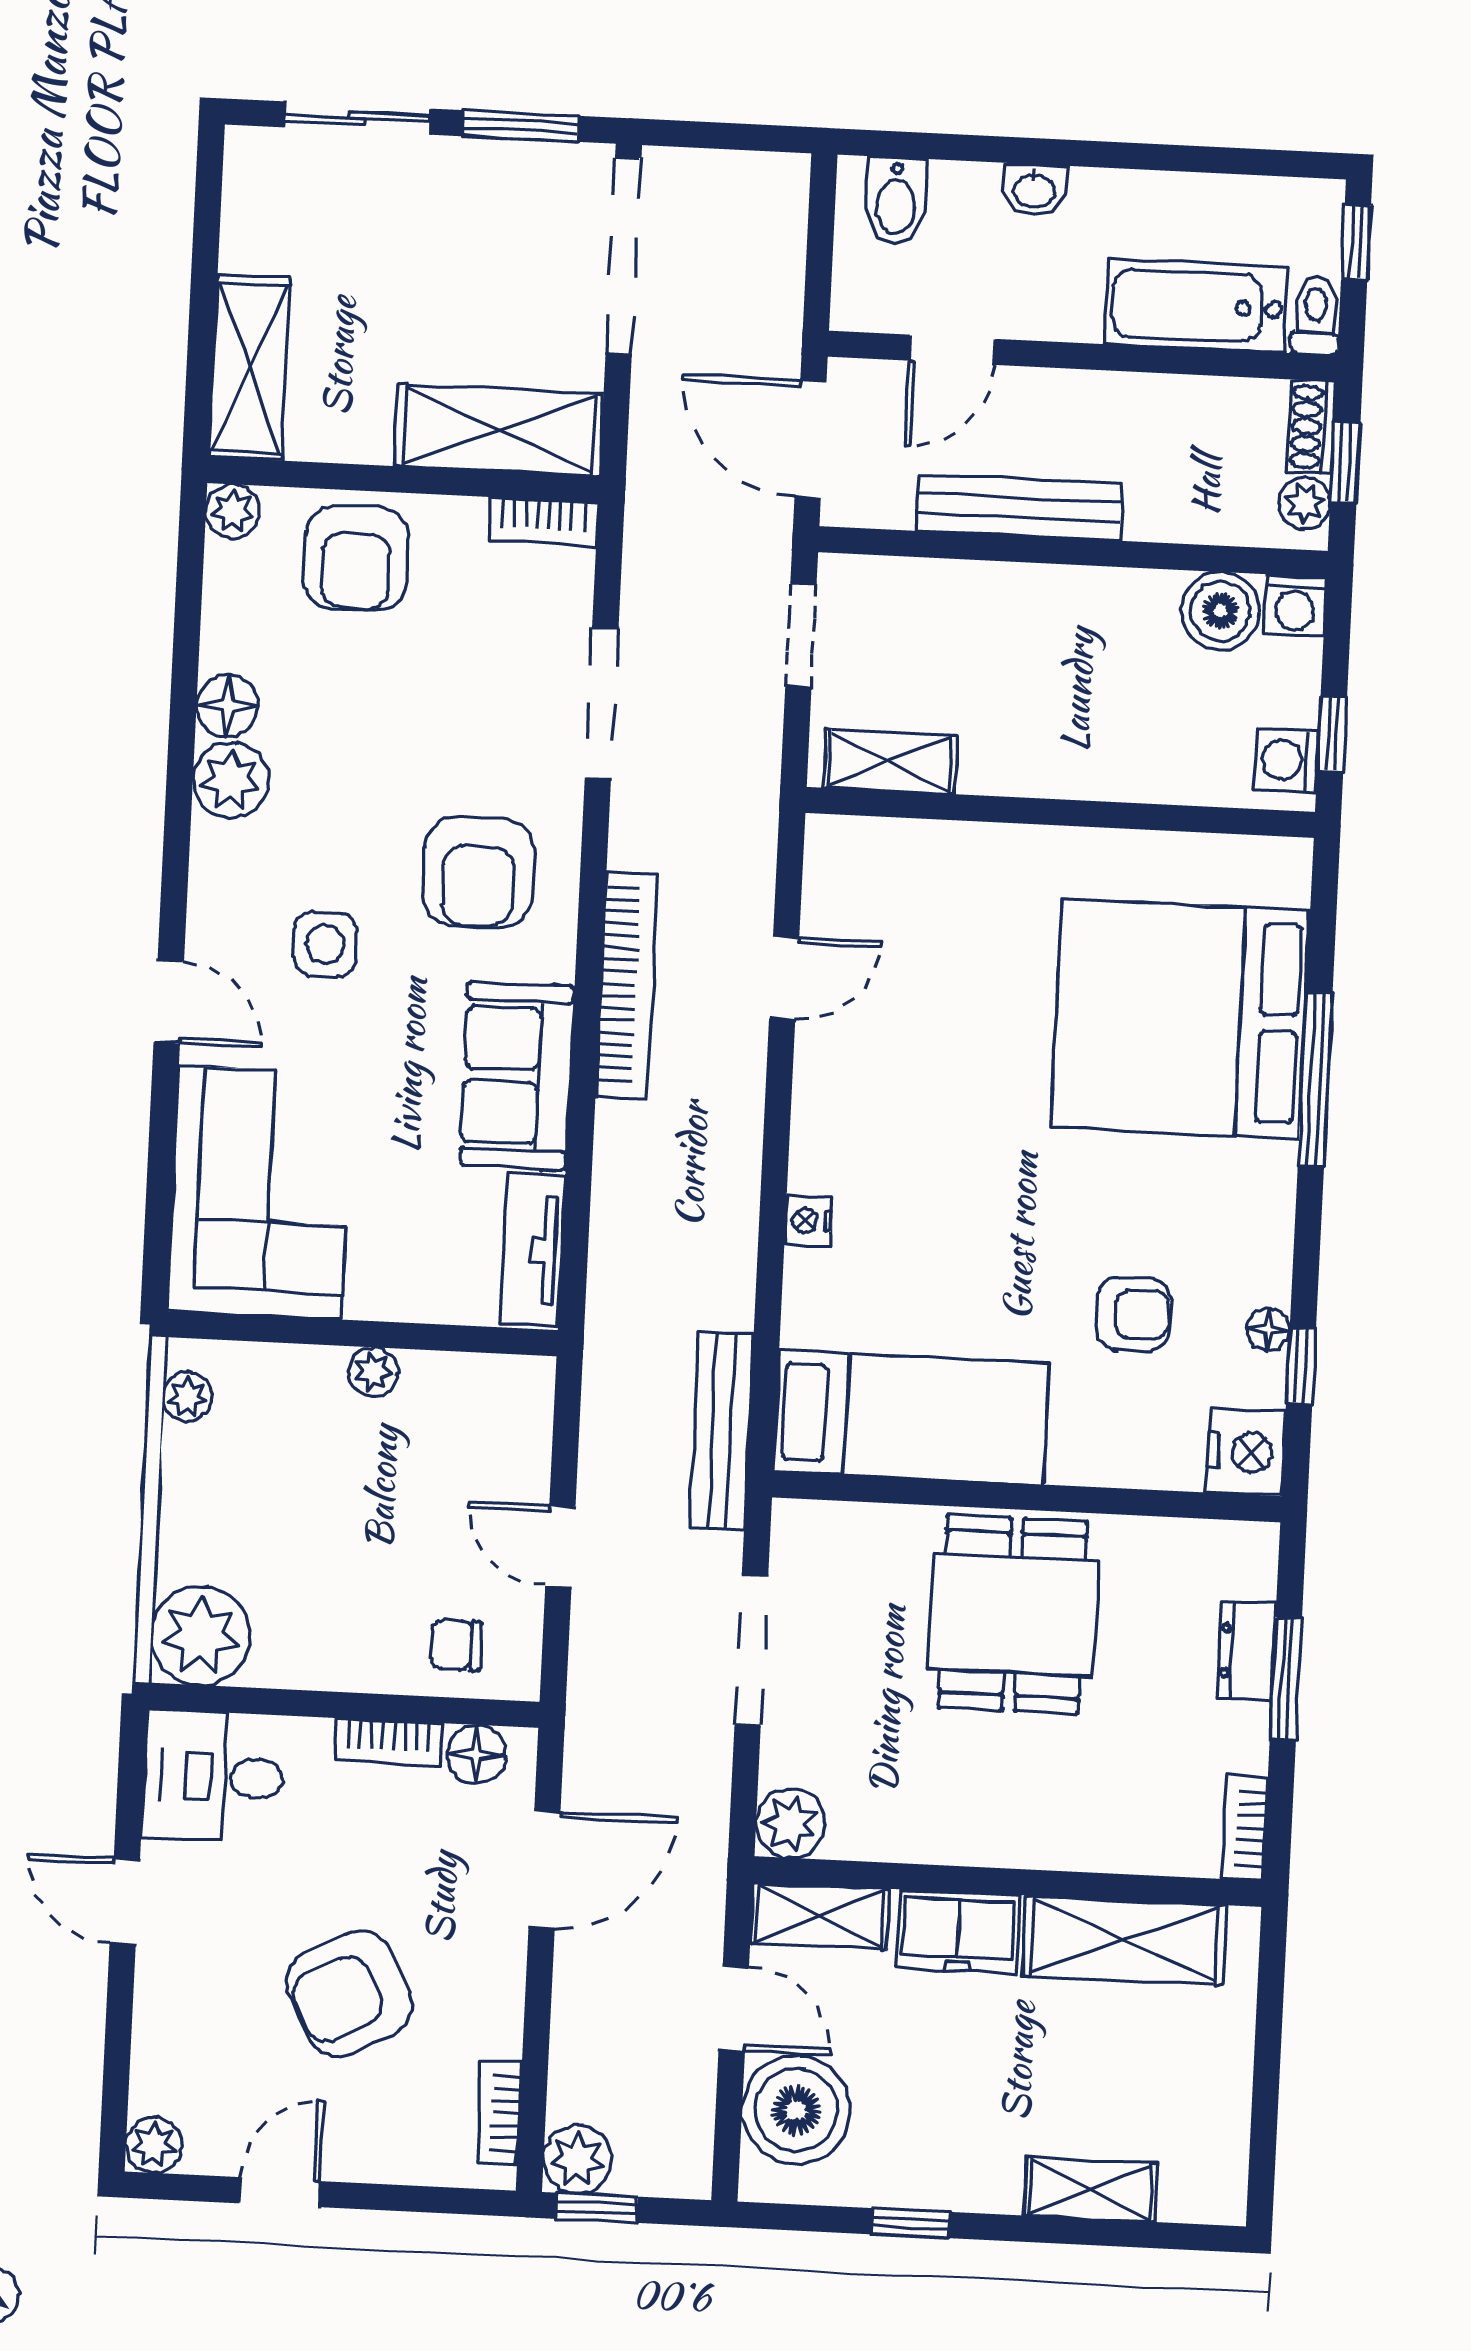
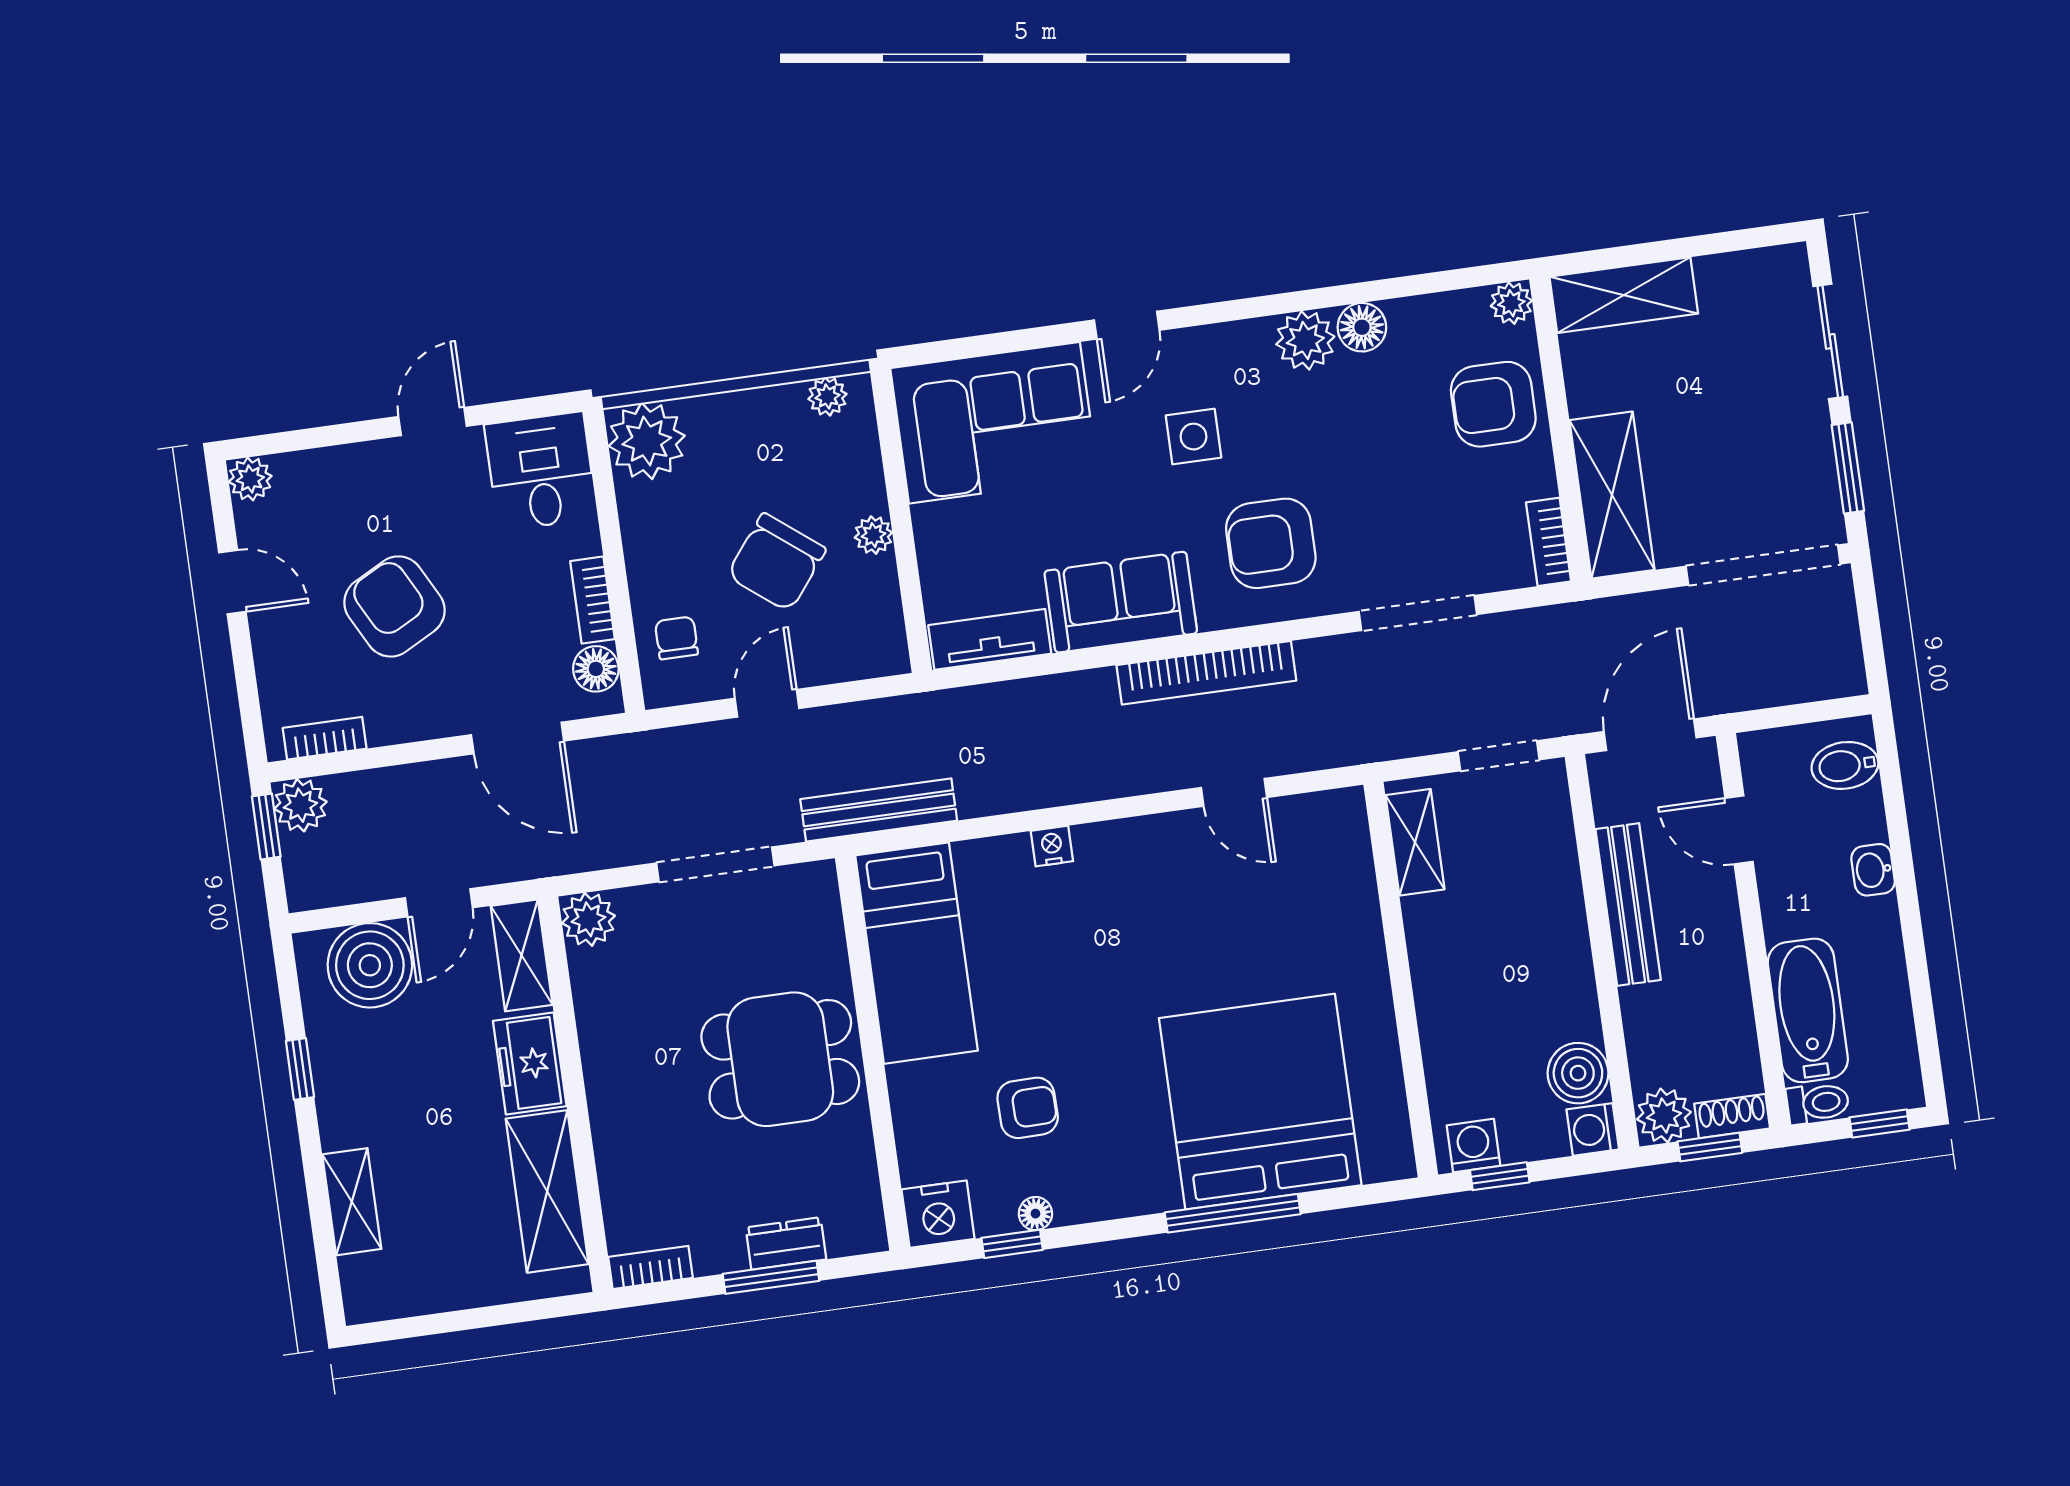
plant: (1305, 503) -> (1664, 1116), width x1.38, depth x1.38
armchair: (1133, 1314) -> (1028, 1108), turned -91
chair: (385, 1501) -> (776, 562), added

